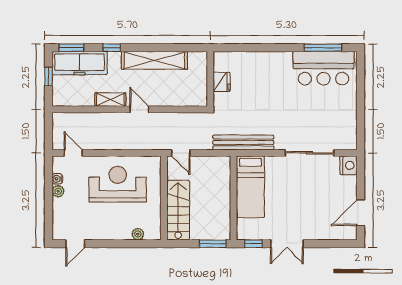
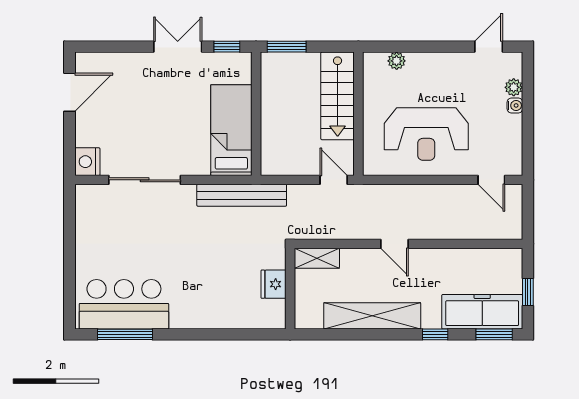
shelving: (110, 100) -> (317, 258), moved
water cooler: (57, 179) -> (515, 105), moved
plant: (58, 191) -> (514, 87), moved

